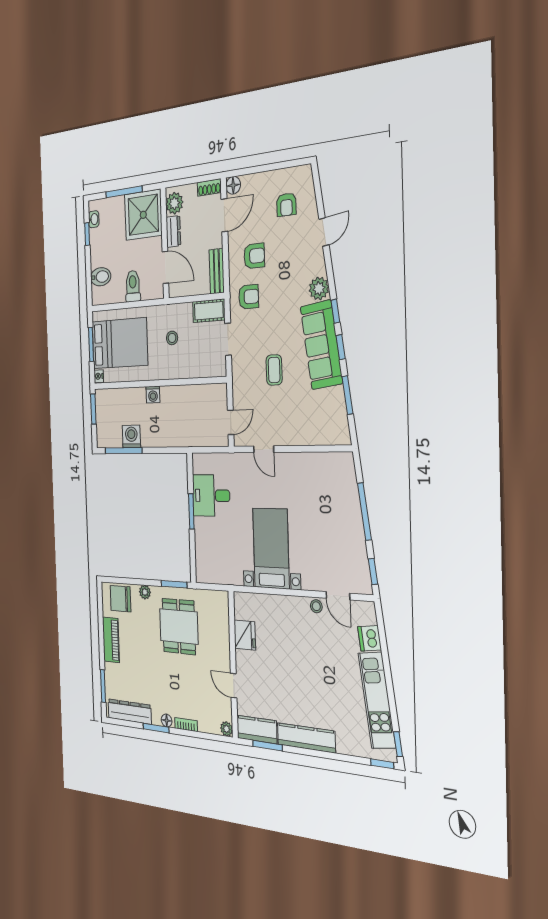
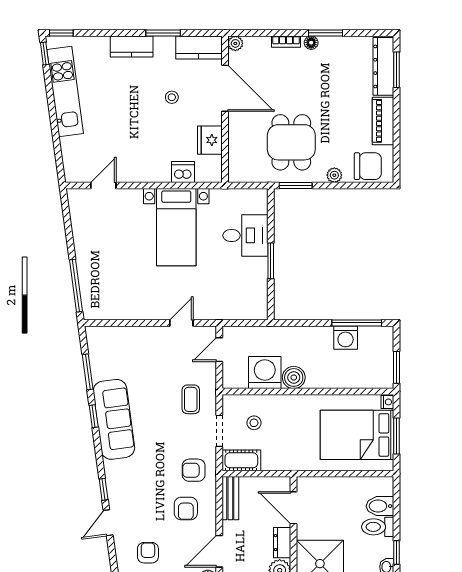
armchair: (254, 256) -> (186, 508), turned -90
toilet: (133, 286) -> (378, 527), moved, turned 90
plant: (319, 288) -> (115, 472), removed
window: (335, 311) -> (104, 489), moved
stool: (172, 338) -> (254, 423), moved
coffee table: (274, 370) -> (191, 399), moved
washing machine: (153, 394) -> (265, 373), moved, width x1.89, depth x1.89
boiler: (169, 396) -> (294, 377), added
door: (264, 449) -> (181, 323), hinge flipped
desk: (211, 496) -> (245, 235), moved
window: (364, 512) -> (76, 286), moved
window: (373, 571) -> (66, 210), removed
door: (338, 596) -> (103, 186), hinge flipped
stool: (316, 606) -> (172, 97), moved
dishwasher: (370, 638) -> (183, 172), moved, turned -82
door: (234, 686) -> (225, 88), width x1.87
dresser: (130, 712) -> (383, 66), moved, turned 90
kitchen counter: (306, 738) -> (132, 47), width x0.67
window: (267, 746) -> (163, 33), moved

